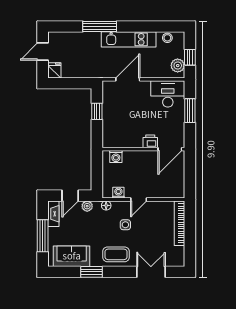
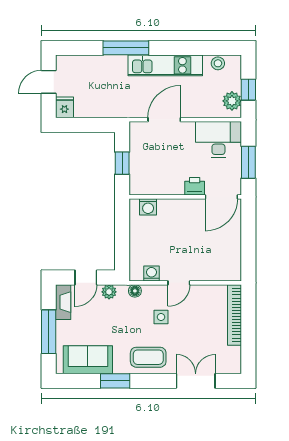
printer: (150, 141) -> (195, 186), moved
wall: (143, 149) -> (185, 197), moved
door: (170, 149) -> (221, 197), moved
washing machine: (116, 157) -> (148, 207), moved

